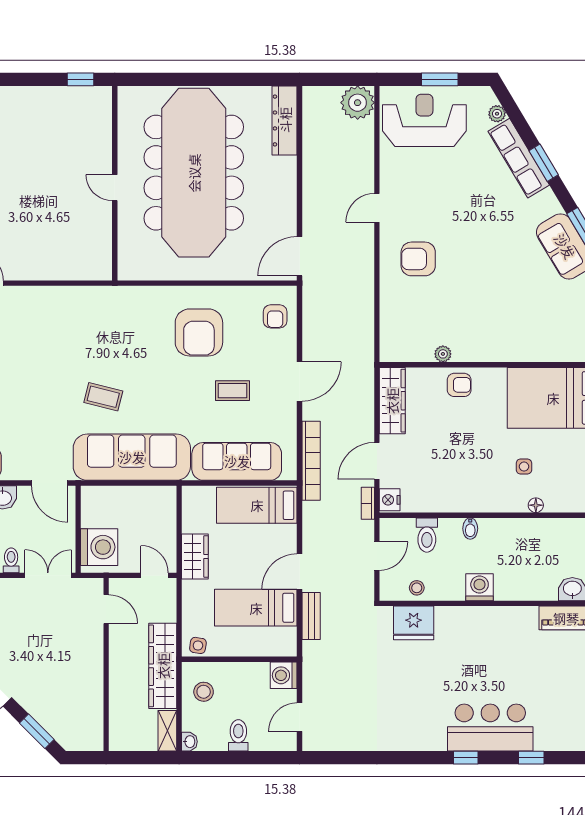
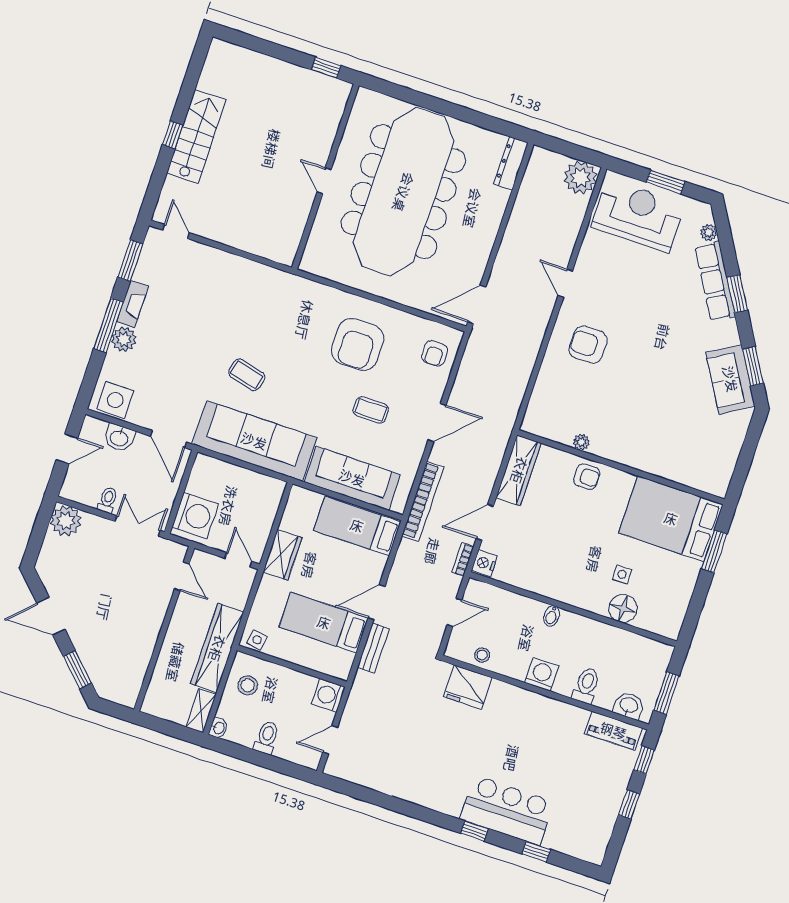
dresser: (285, 120) -> (511, 163), width x0.73, depth x0.80
door: (377, 208) -> (565, 283), hinge flipped
floor lamp: (536, 505) -> (623, 608), width x1.89, depth x1.89
toilet: (427, 535) -> (586, 686), moved, turned 180

